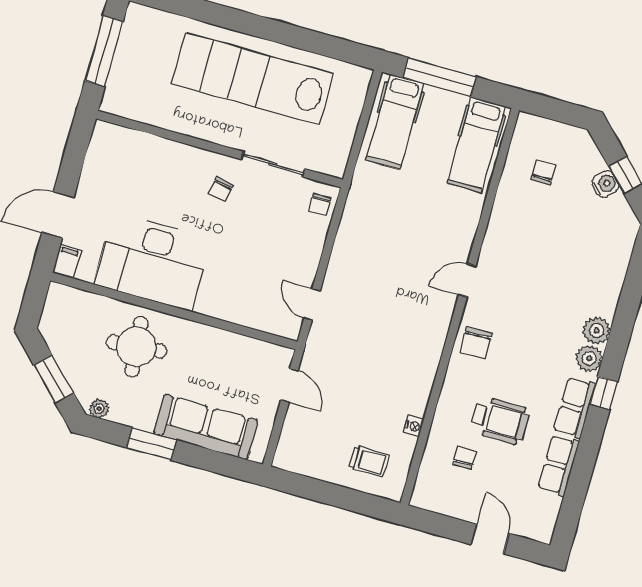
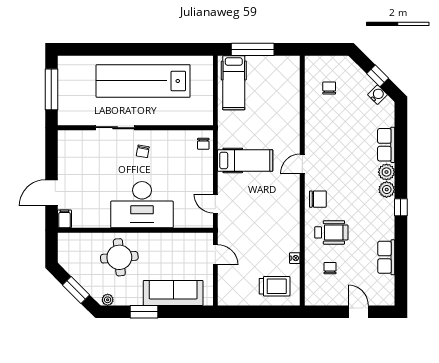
hospital bed: (476, 145) -> (245, 160), moved, turned -90
sliding door: (273, 164) -> (115, 128), moved
water cooler: (605, 184) -> (378, 95), moved
desk: (152, 261) -> (142, 205), moved
chair: (476, 343) -> (318, 199), turned -88
row of seats: (575, 407) -> (386, 145), moved
wheelchair: (500, 420) -> (331, 232), moved
trolley: (369, 461) -> (275, 286), width x1.36, depth x1.39

